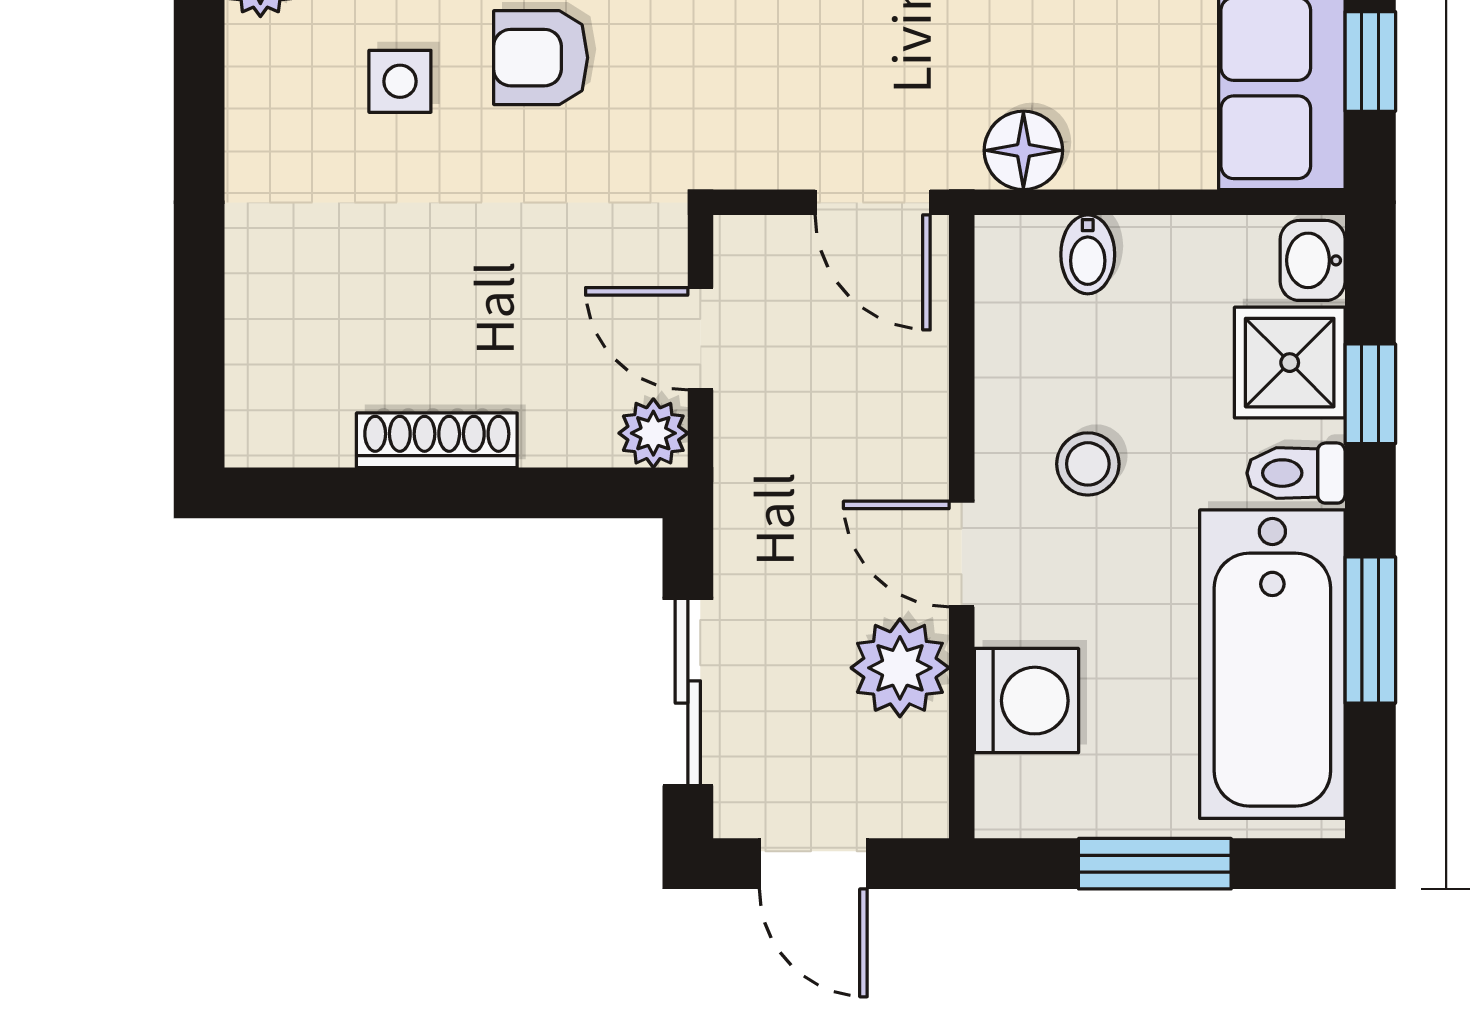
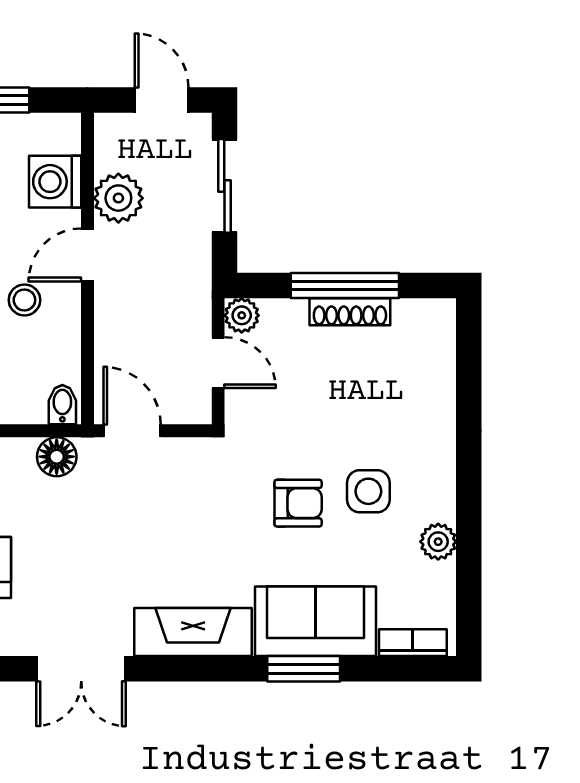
side table: (400, 81) -> (368, 491), width x1.37, depth x1.37
bidet: (1088, 254) -> (62, 405), moved
window: (447, 493) -> (345, 285), added
door: (962, 554) -> (88, 255), swing flipped

